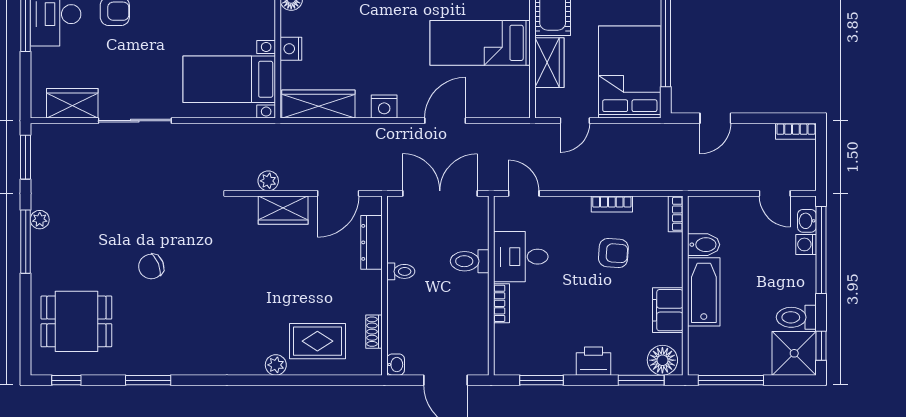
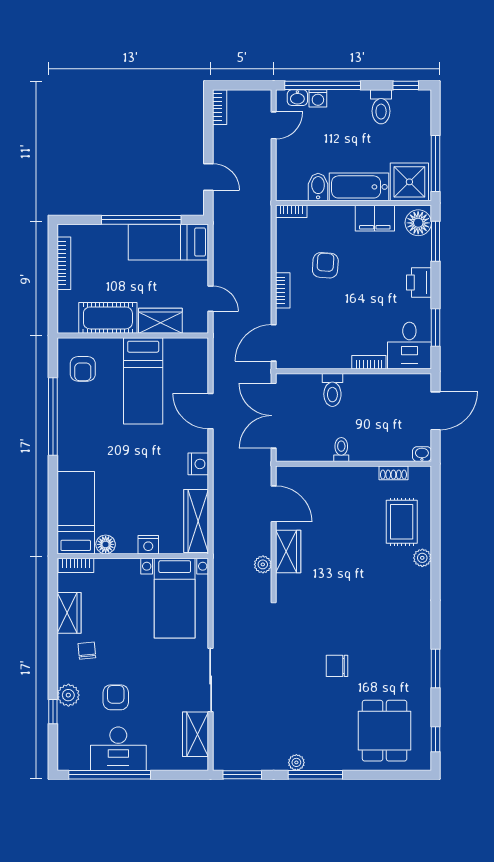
bed: (630, 72) -> (168, 242), width x0.67
door: (524, 193) -> (274, 343), width x1.38
bookcase: (612, 204) -> (283, 290), moved
dresser: (372, 242) -> (316, 475), removed
desk: (521, 257) -> (409, 346), moved
chair: (151, 266) -> (337, 666), turned 112
shower: (794, 353) -> (409, 182), moved

